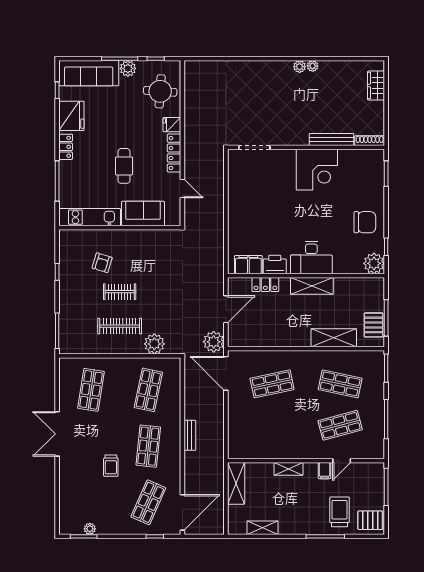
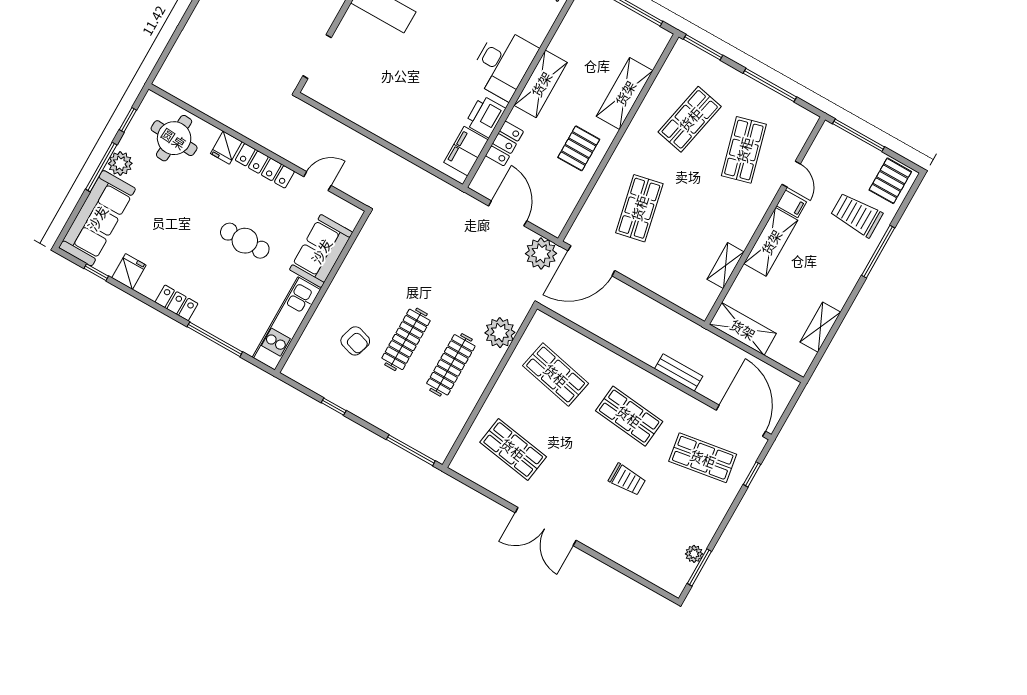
fridge: (71, 116) -> (129, 272), width x0.53, depth x0.75
clothes rail: (120, 292) -> (406, 339), width x1.36
pallet: (374, 325) -> (579, 148), moved, turned 90
bench: (190, 435) -> (679, 372), moved
shelving: (267, 453) -> (726, 266), added
shelving: (289, 469) -> (771, 242), width x1.50, depth x1.33
shop shelf: (148, 502) -> (703, 458), turned -33

